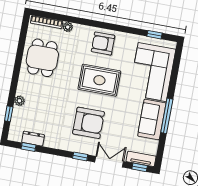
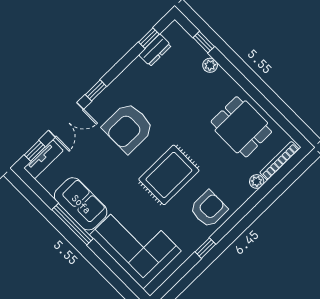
window: (154, 35) -> (205, 248), moved

